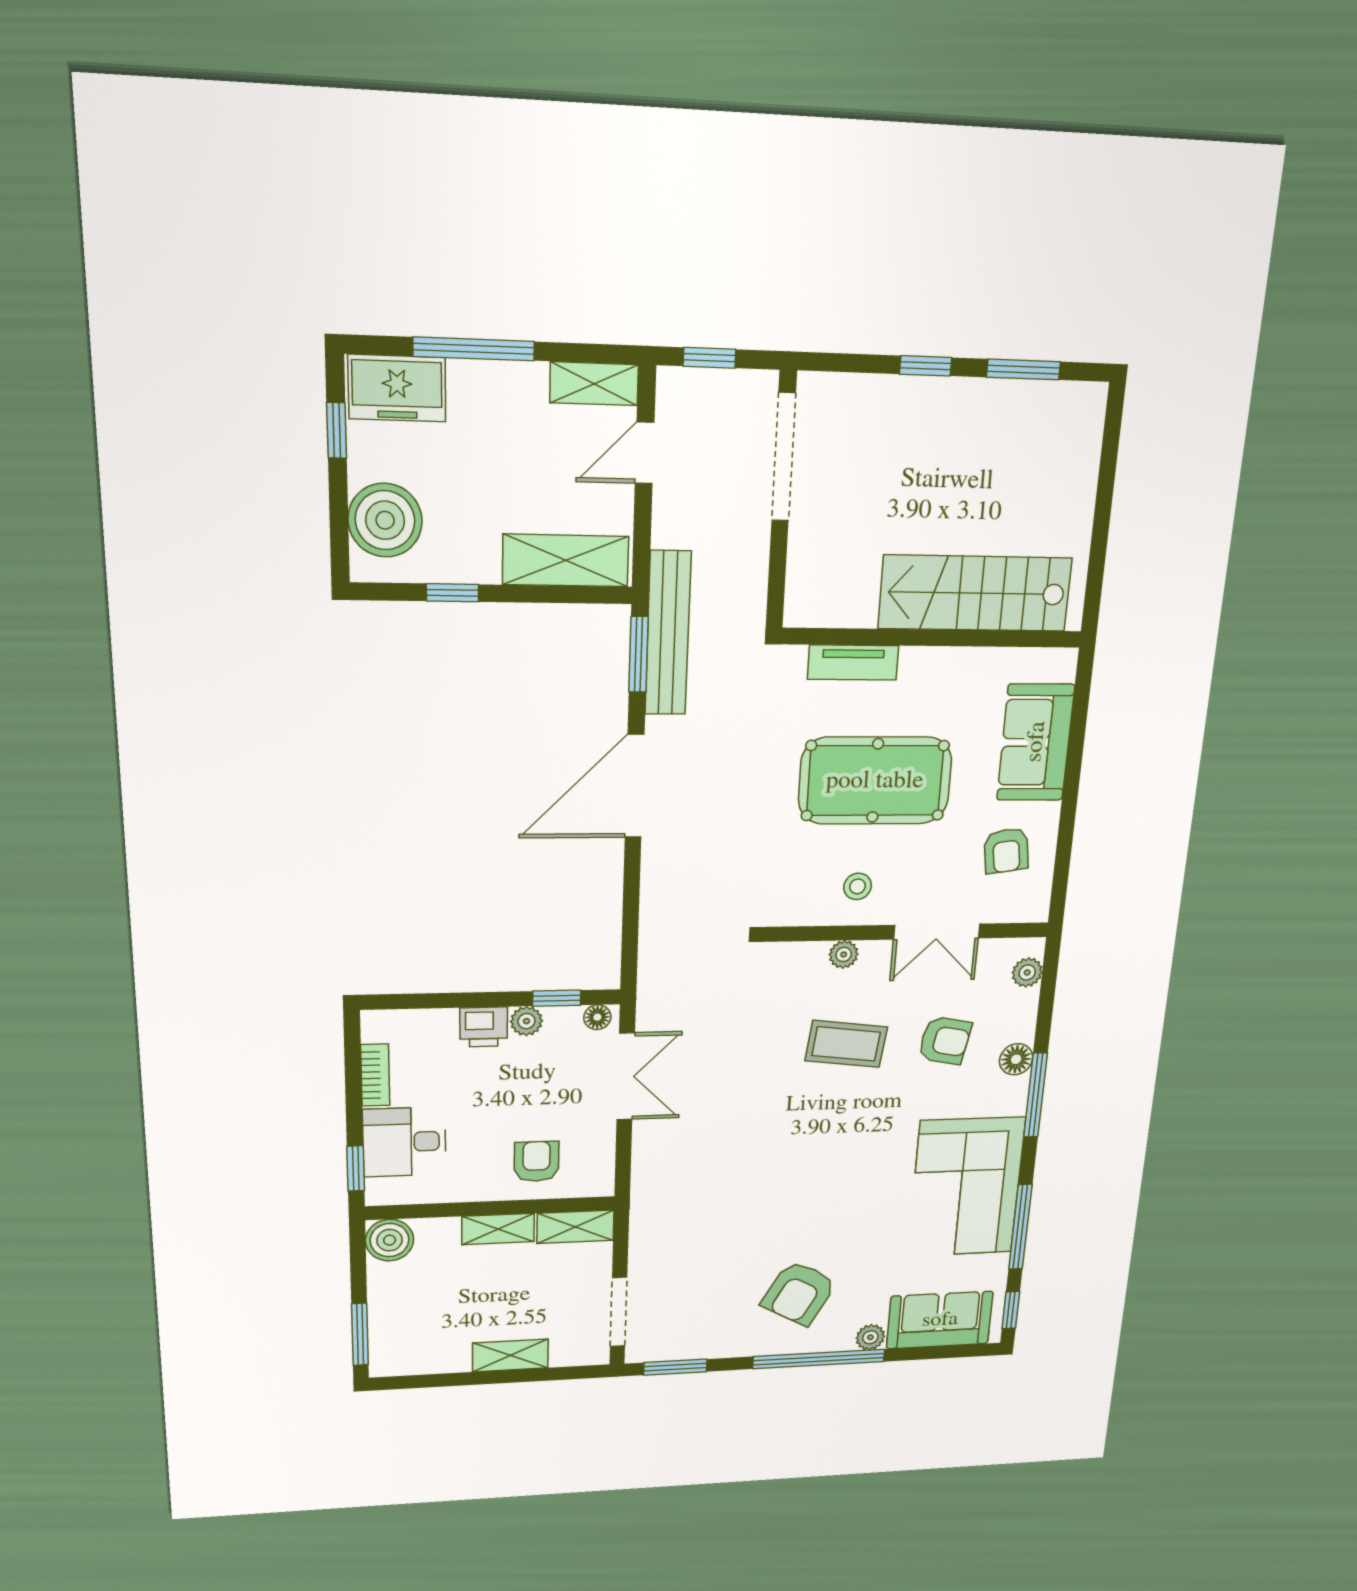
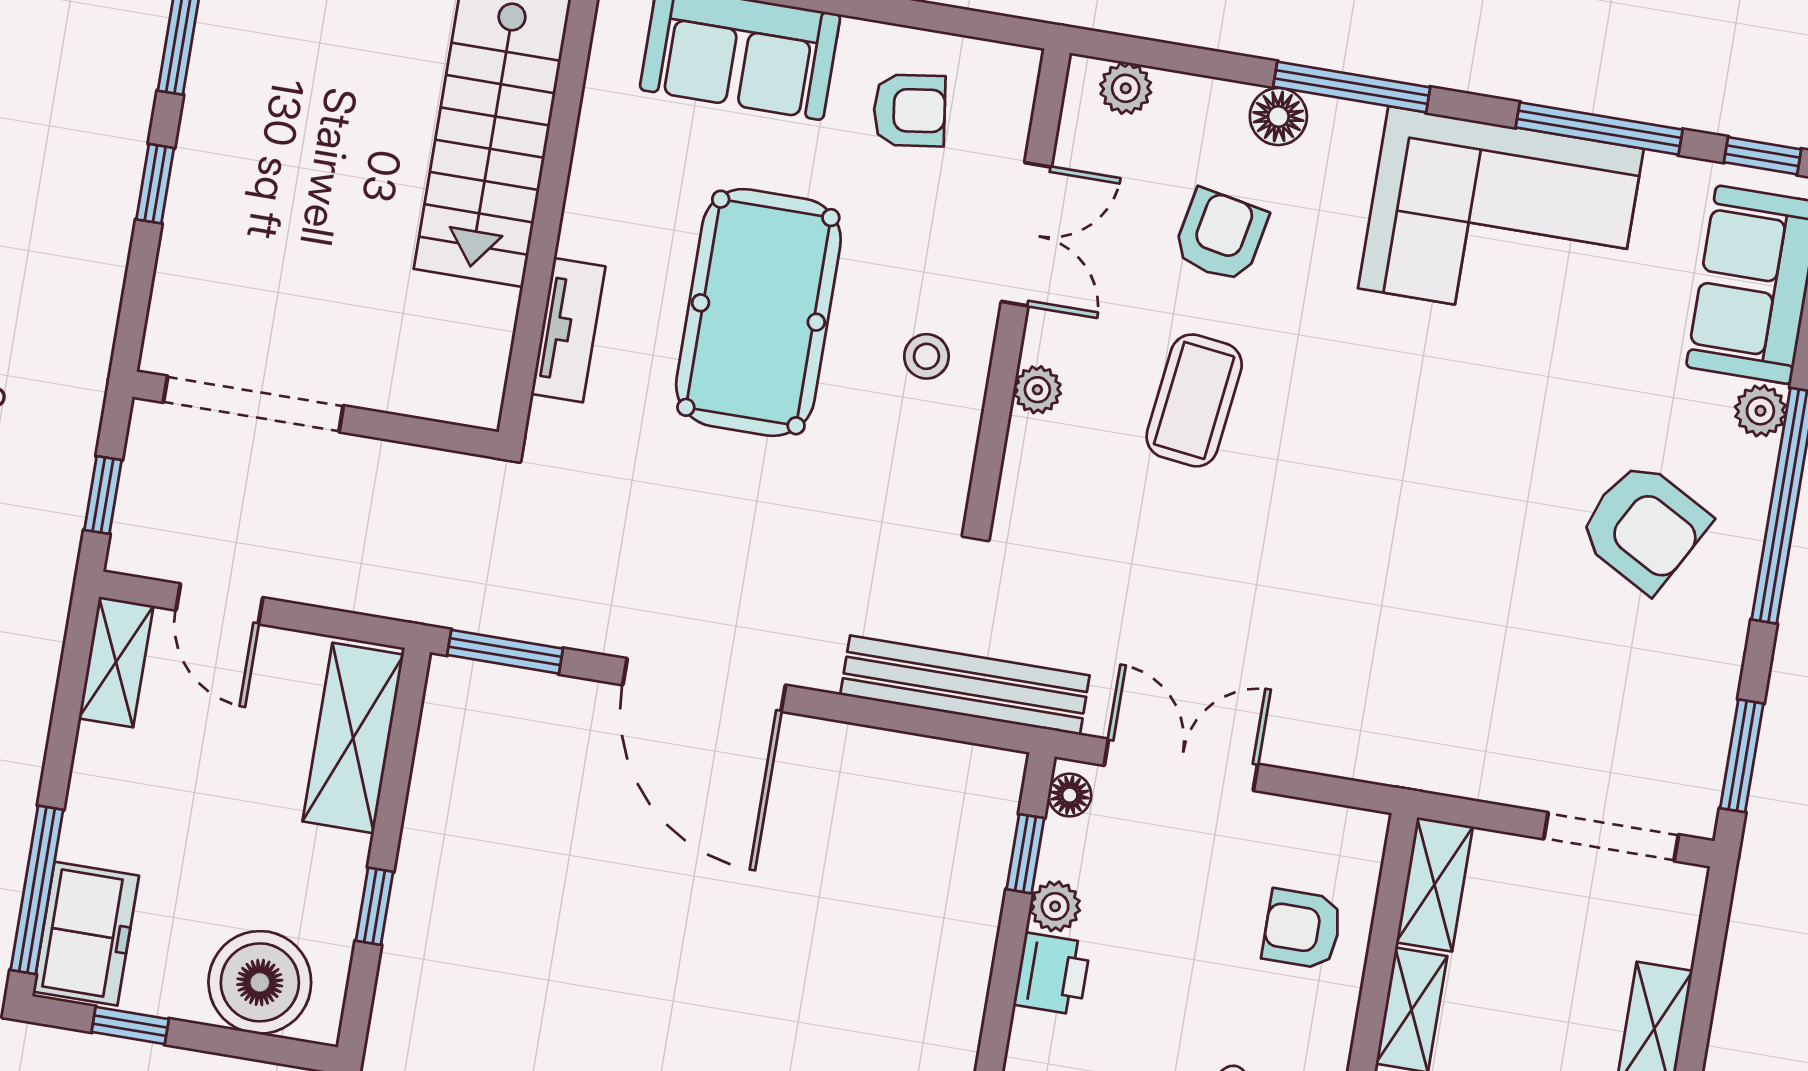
window: (474, 349) -> (37, 890), moved
bench: (668, 633) -> (965, 685), moved

